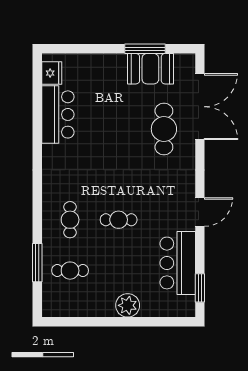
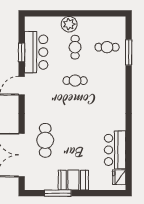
booth: (150, 69) -> (73, 180), moved
cafe table: (70, 220) -> (75, 47), moved
window: (200, 288) -> (22, 52), moved

